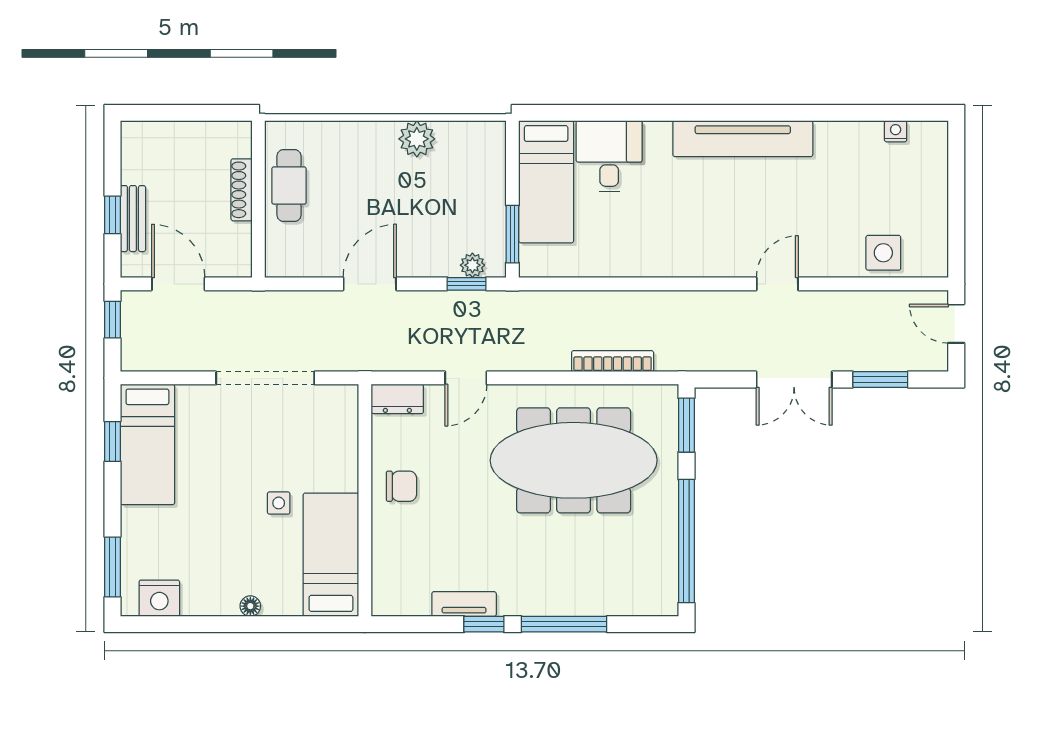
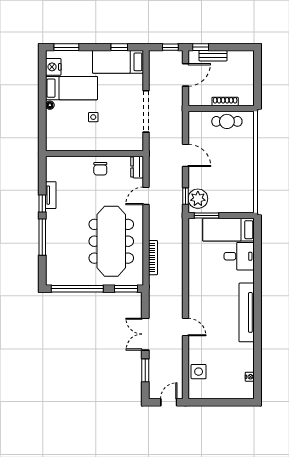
plant: (417, 139) -> (247, 175), removed
window: (112, 215) -> (201, 47), moved
plant: (472, 265) -> (198, 199), width x1.88, depth x1.88
door: (466, 378) -> (146, 196), hinge flipped
bed: (331, 555) -> (72, 88), moved

